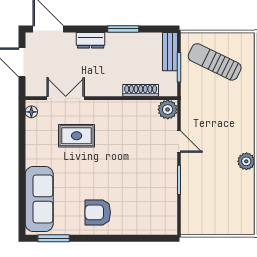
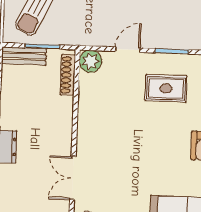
shoe rack: (141, 90) -> (68, 75), moved
rug: (77, 136) -> (166, 88), moved, turned 90

